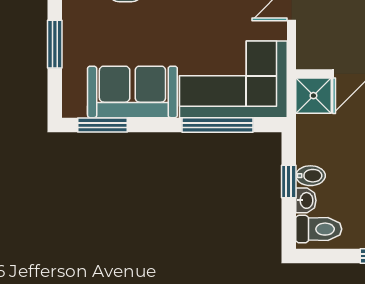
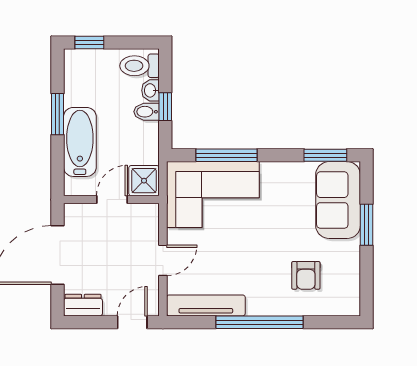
sofa: (132, 92) -> (338, 200), moved, turned 90

